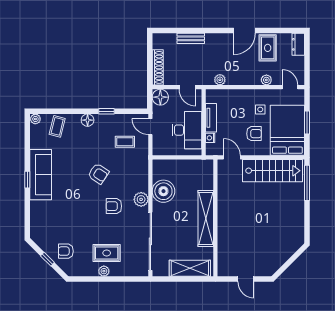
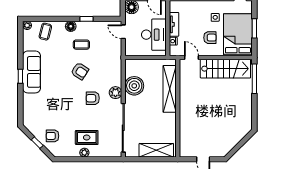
coffee table: (125, 142) -> (81, 45), moved
shelving: (206, 218) -> (170, 89), moved

